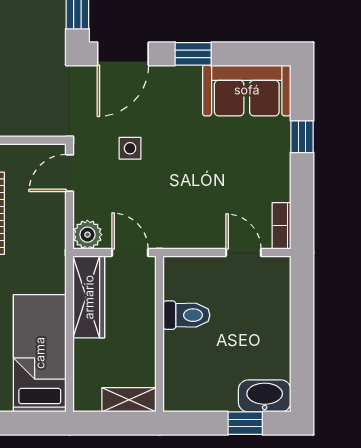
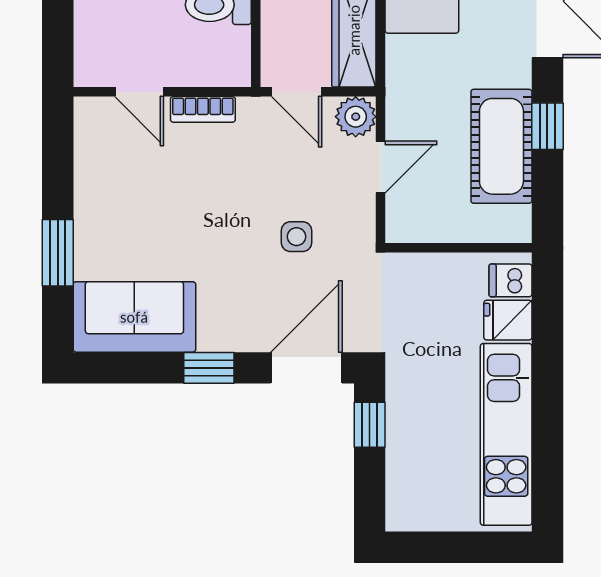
window: (302, 137) -> (58, 253), width x1.50
door: (70, 173) -> (381, 167), moved
bookcase: (281, 226) -> (203, 109), moved, turned 90

